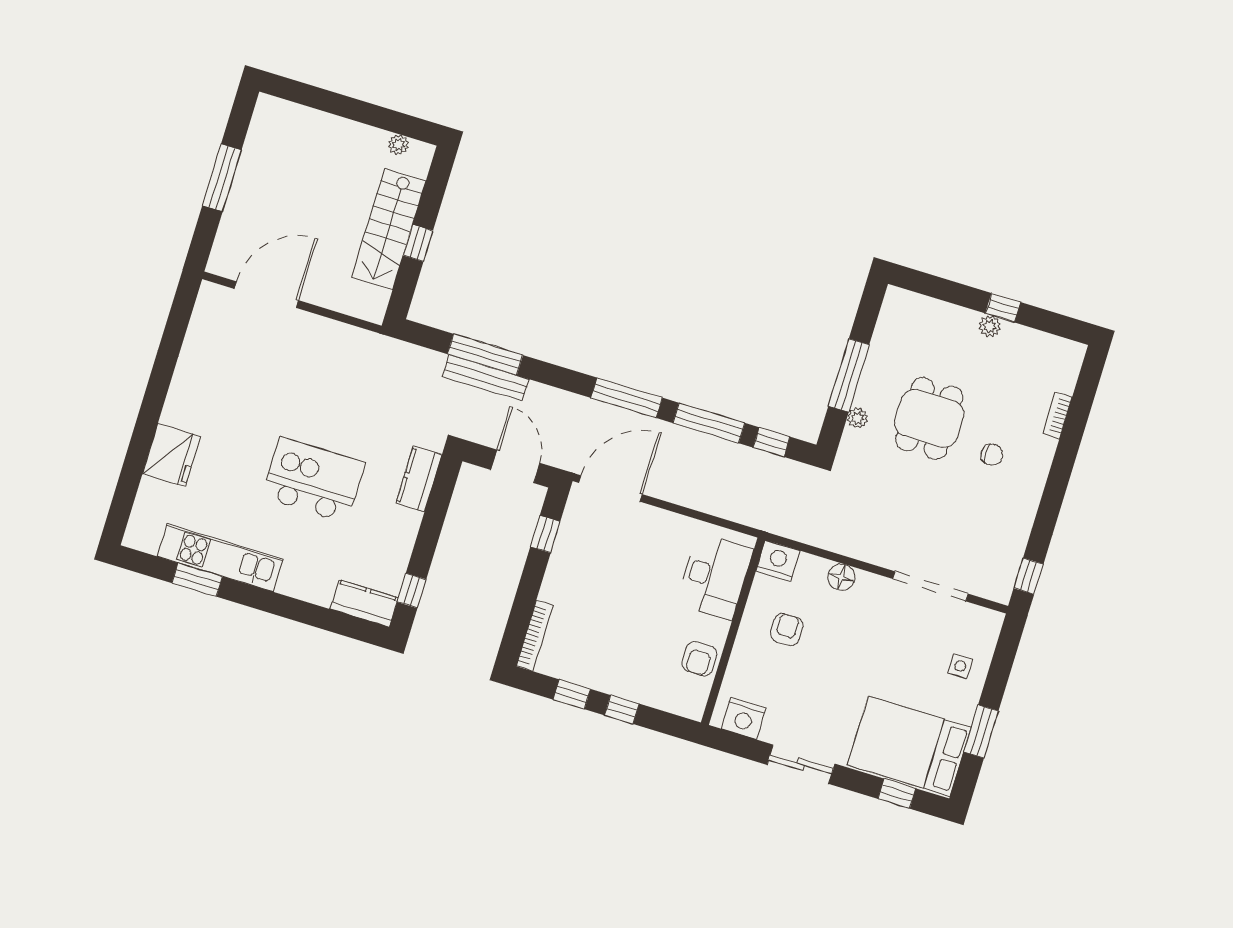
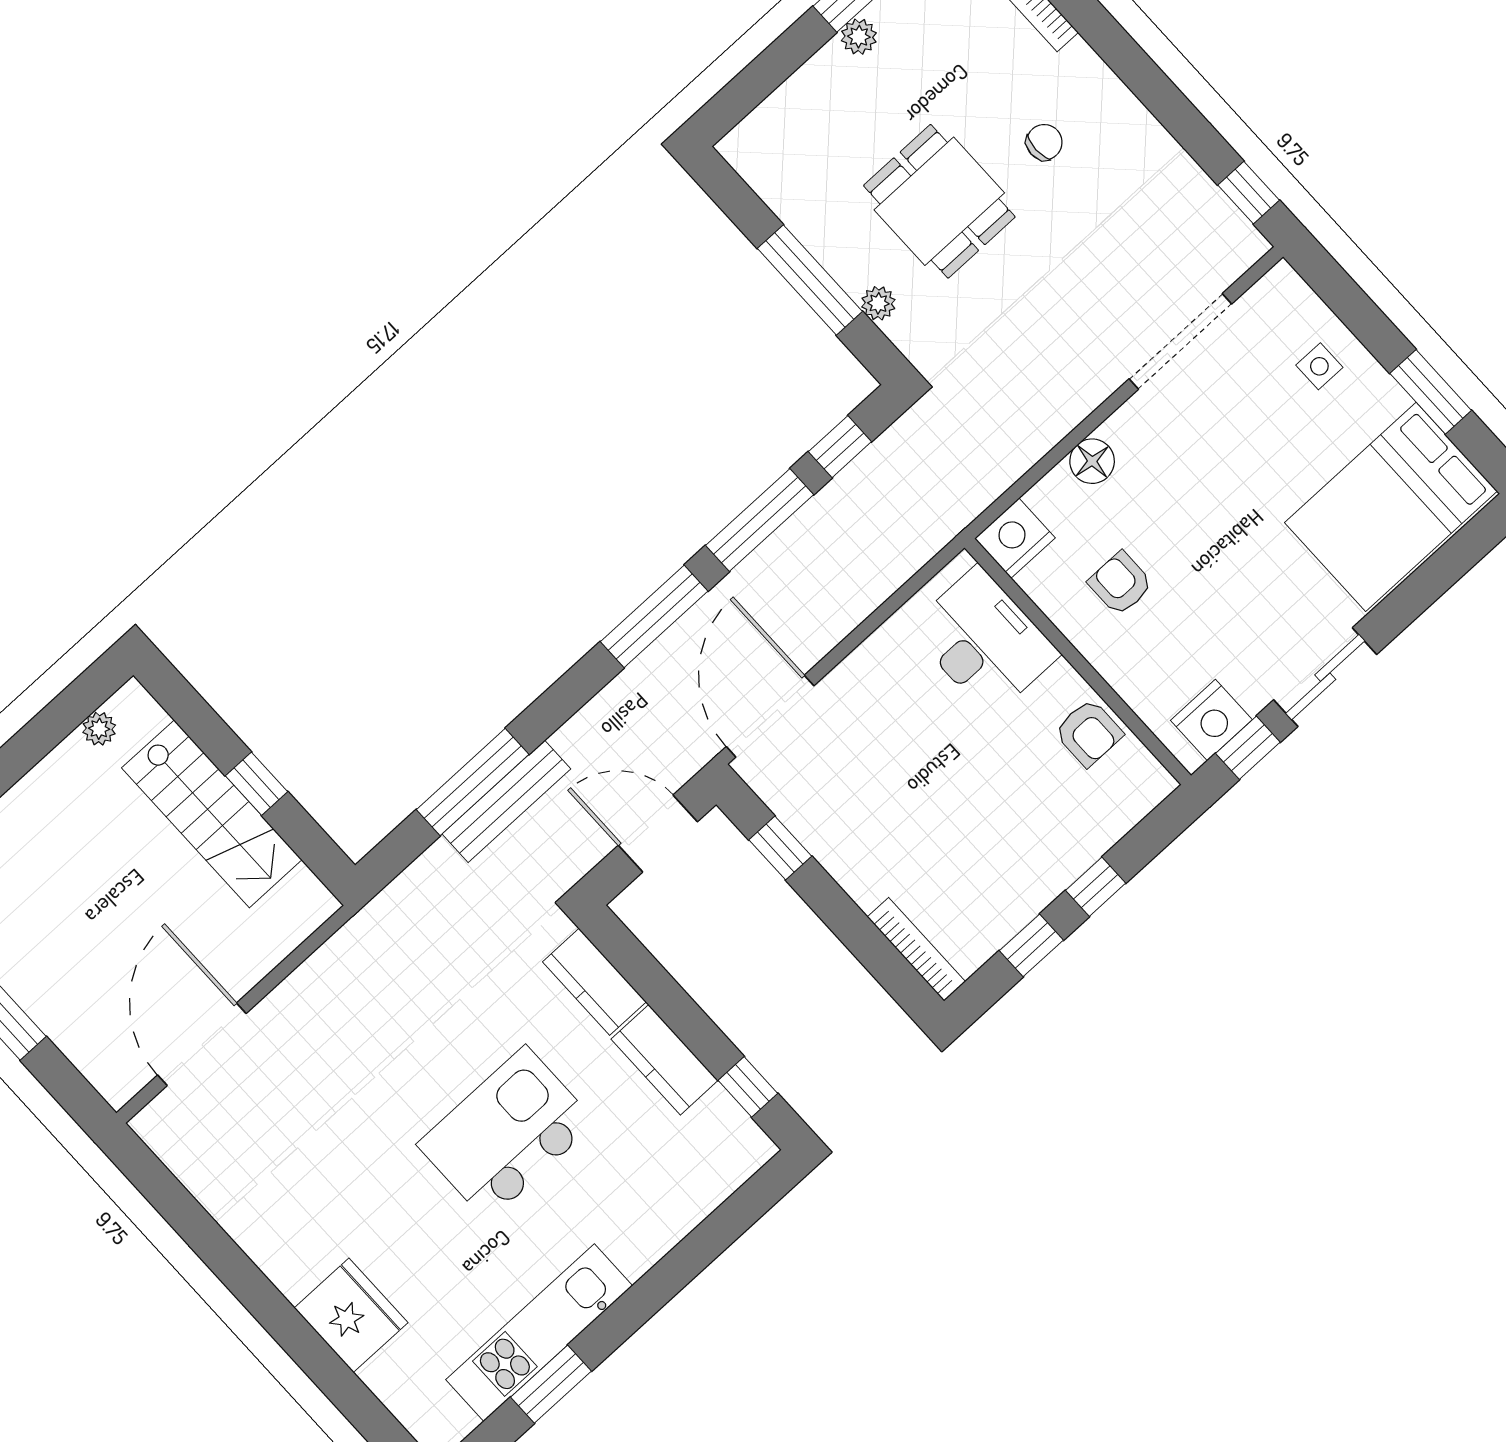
kitchen counter: (364, 603) -> (665, 1060), moved, turned -90
window: (897, 794) -> (1248, 748), moved

